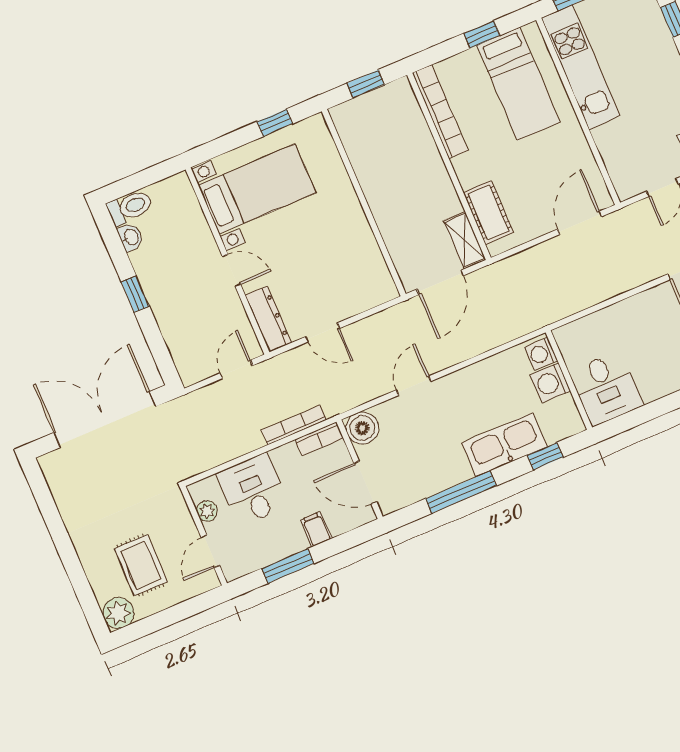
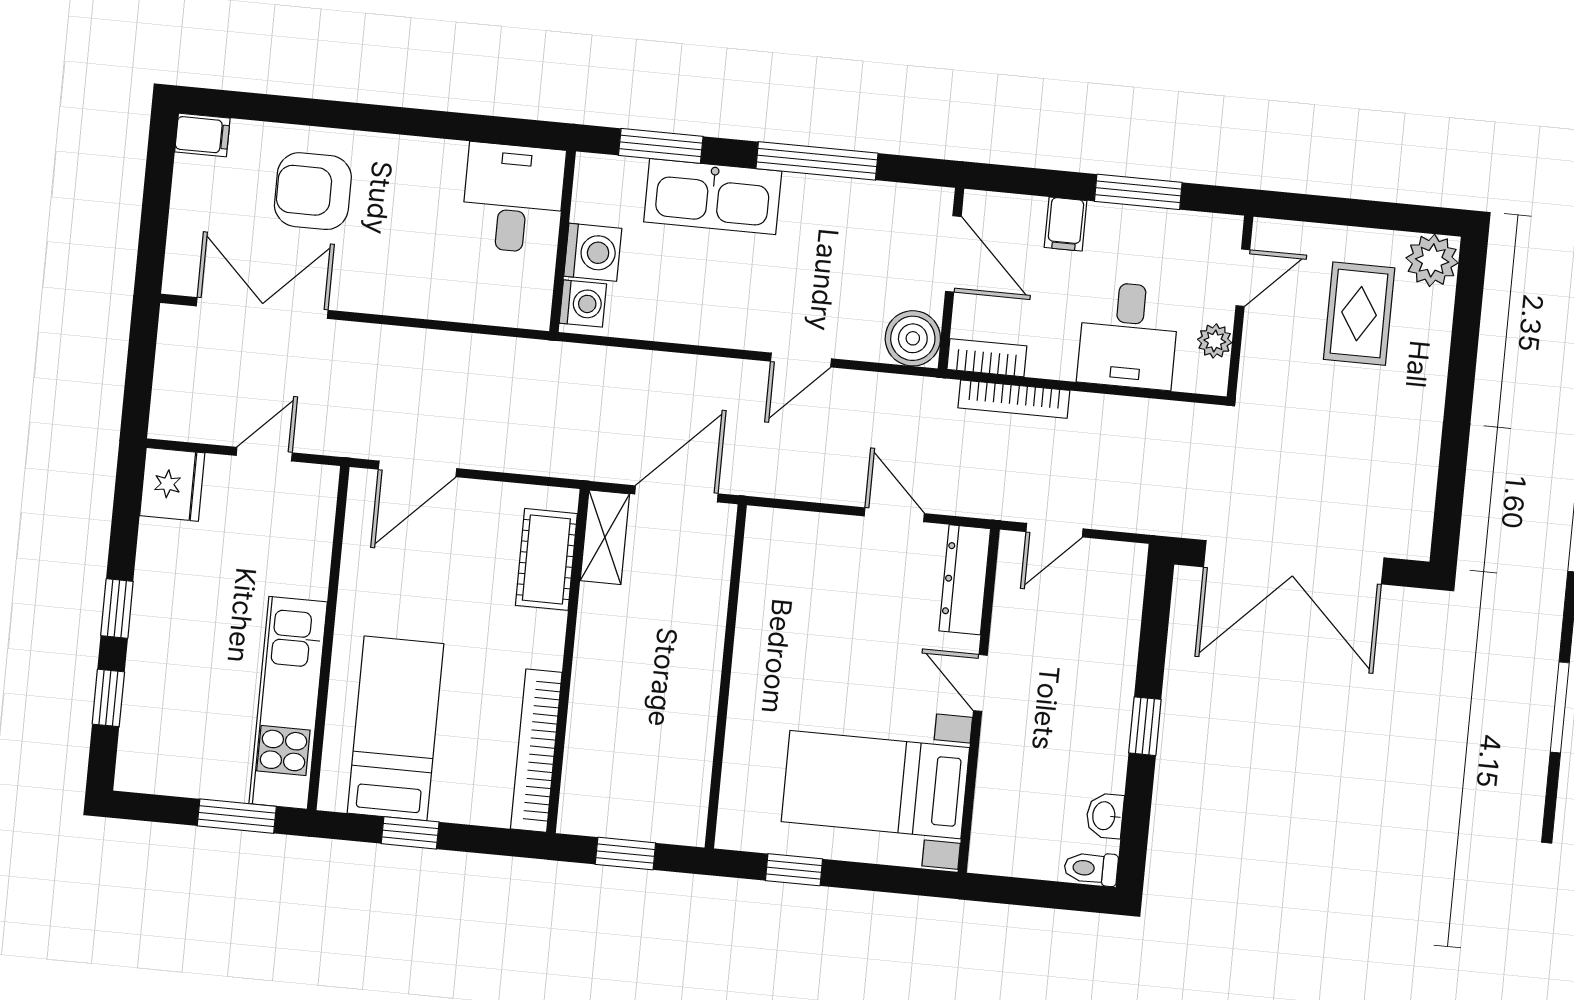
toilet: (130, 207) -> (1091, 868), width x0.73, depth x0.72
window: (545, 456) -> (661, 146), width x1.50

